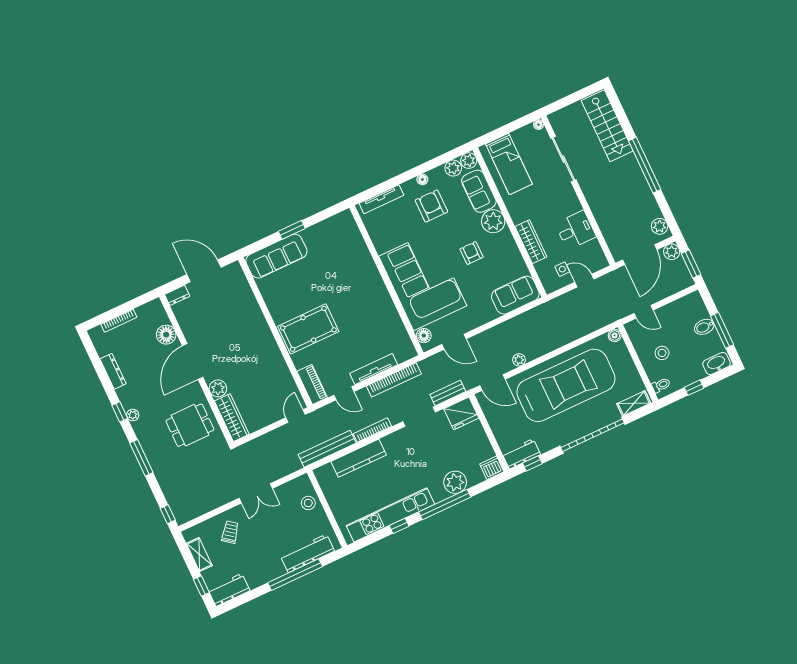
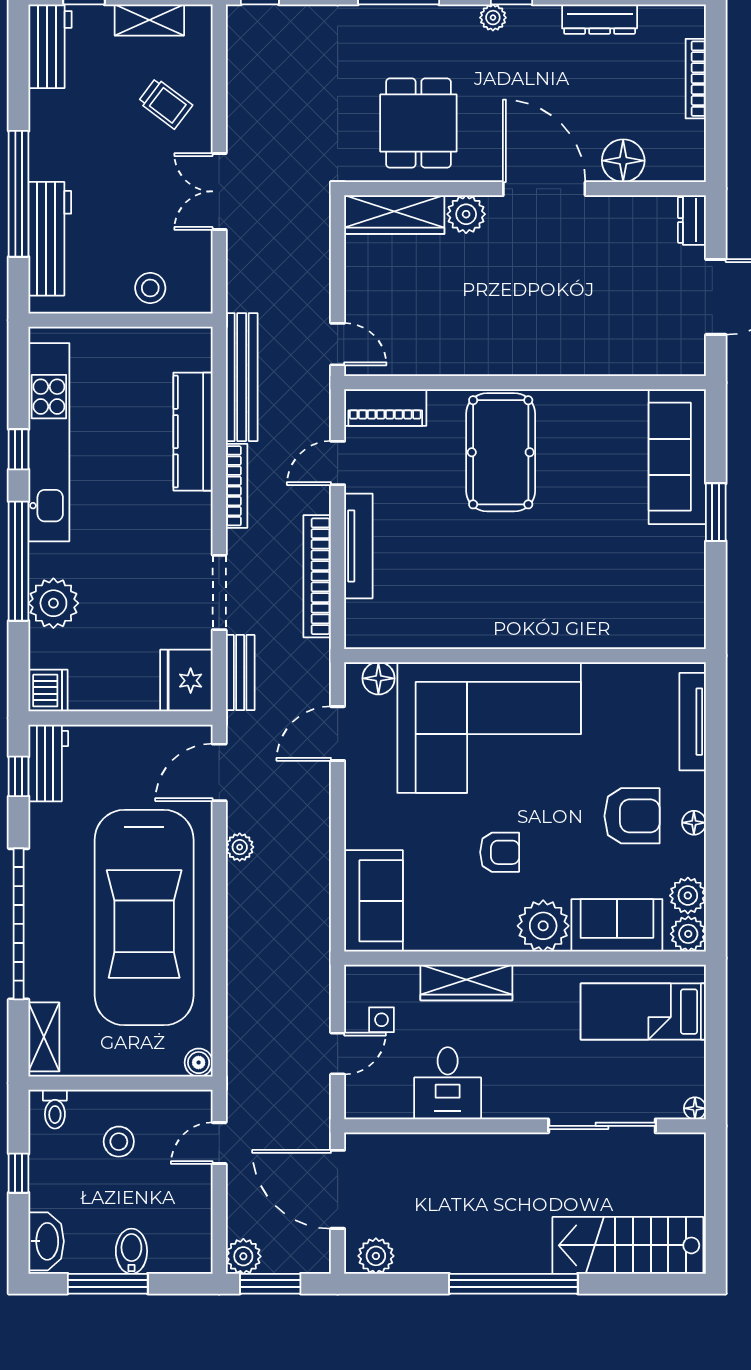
plant: (672, 252) -> (243, 1256), moved

